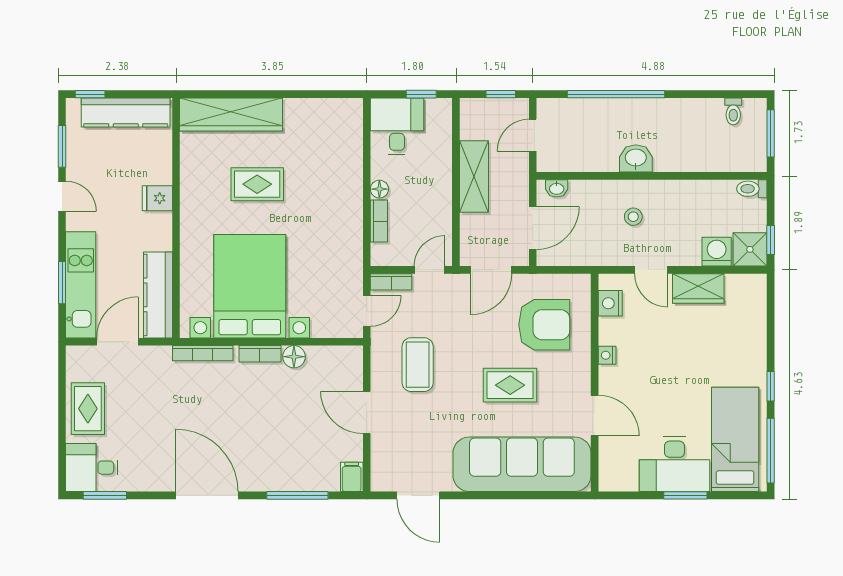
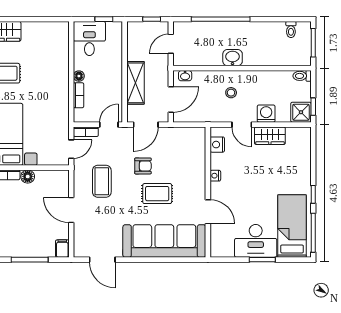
shelving: (474, 176) -> (136, 83), moved
washing machine: (717, 252) -> (266, 114), moved
armchair: (544, 325) -> (143, 166), moved, width x0.53, depth x0.53

